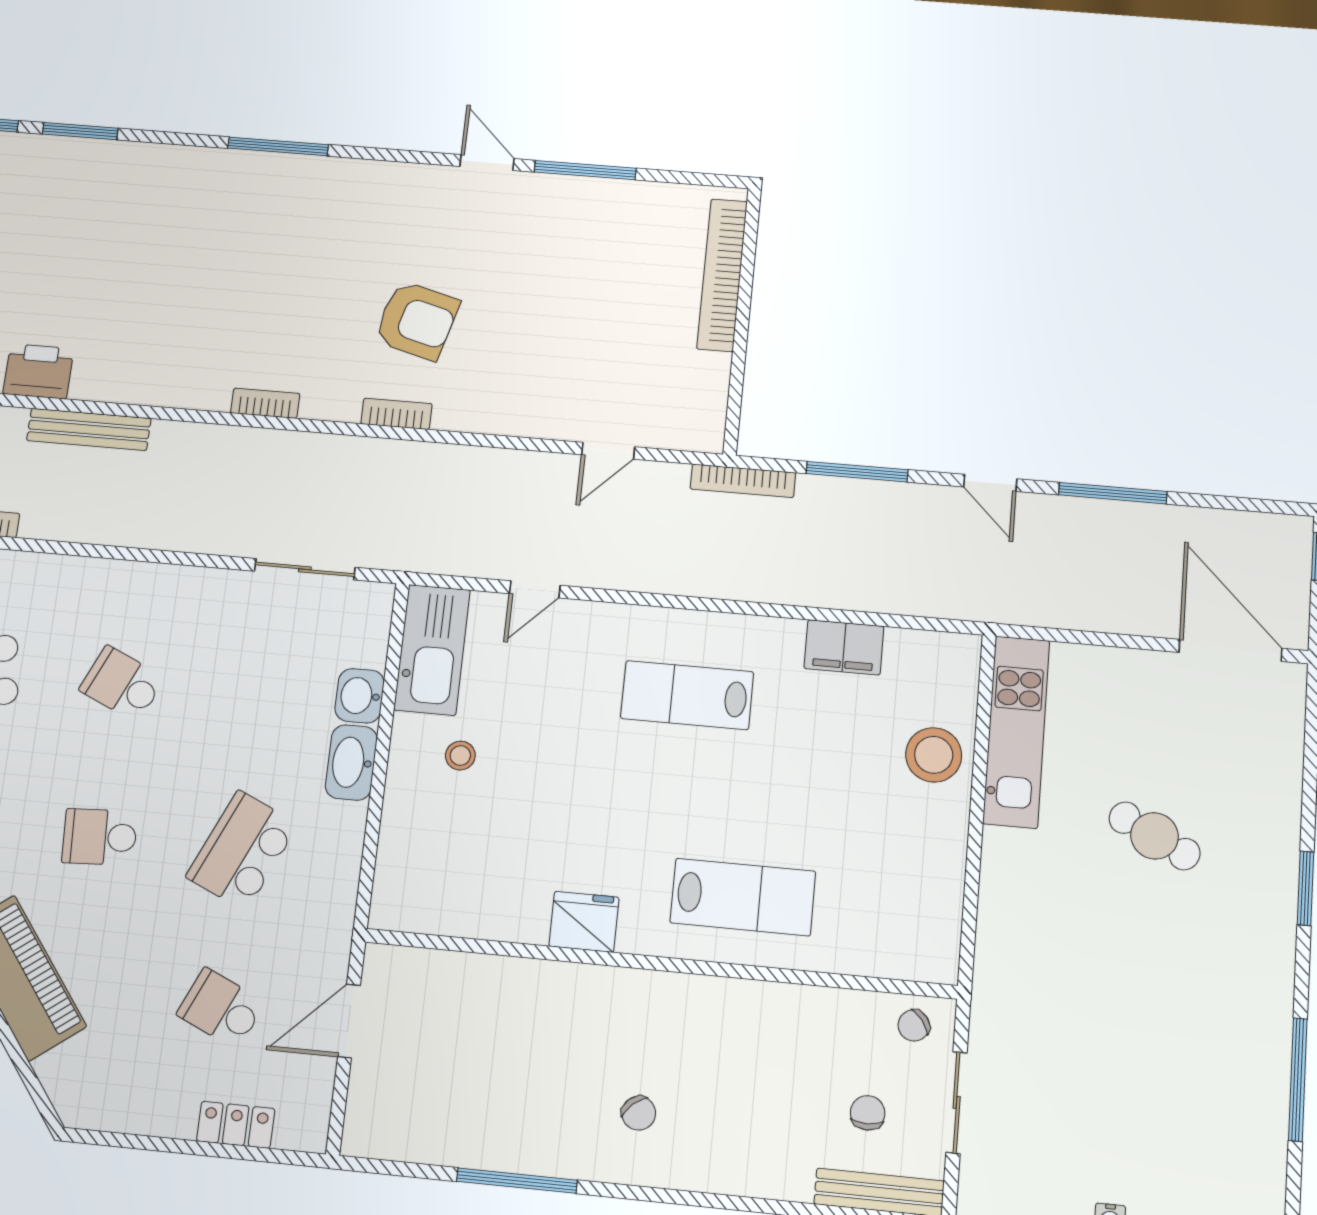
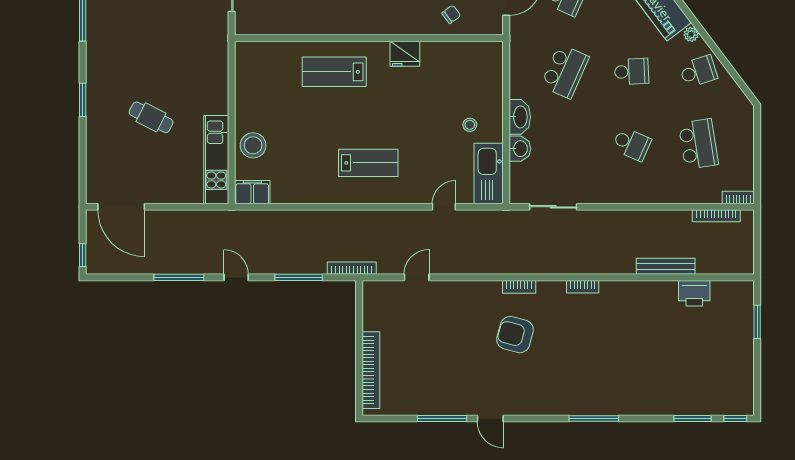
filing cabinet: (844, 647) -> (252, 192), moved
chair: (914, 1025) -> (451, 14), moved

